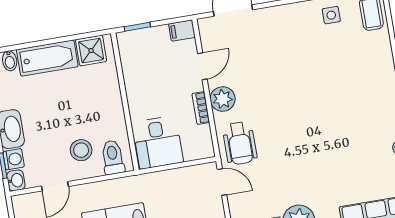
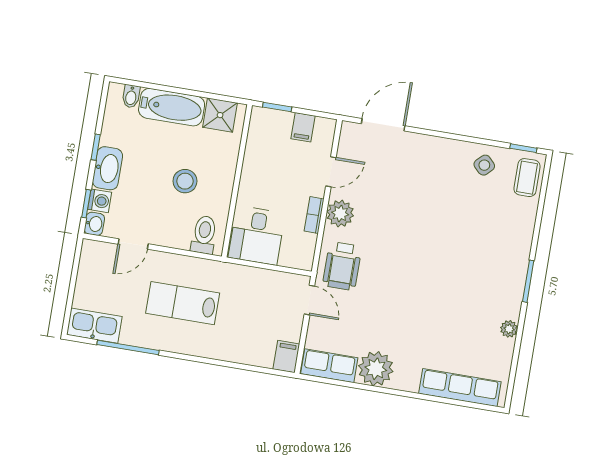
side table: (331, 15) -> (484, 165), turned 45
filing cabinet: (182, 31) -> (303, 127), moved, turned -90
stool: (81, 150) -> (185, 181), moved

